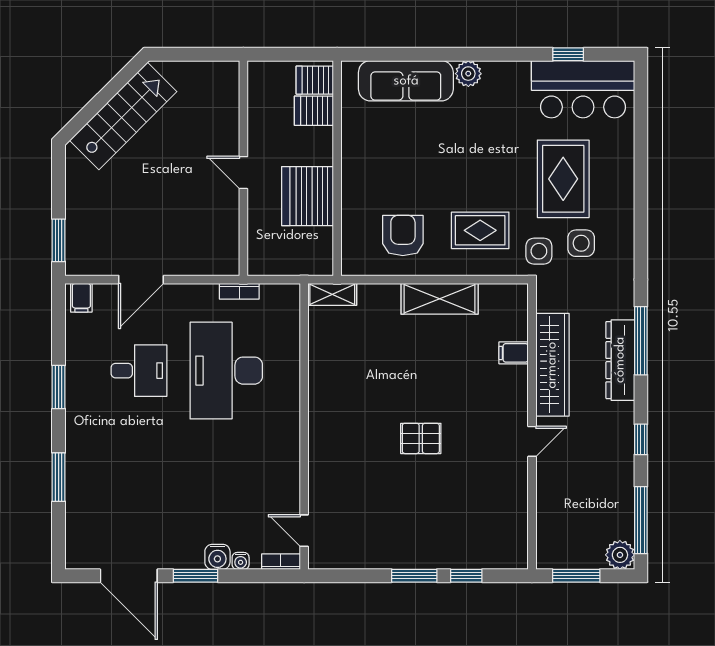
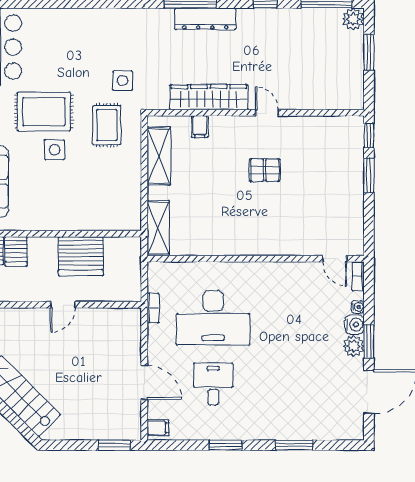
rug: (563, 179) -> (44, 112), moved
armchair: (403, 235) -> (111, 184), removed
side table: (581, 243) -> (54, 150), moved
shelving: (332, 294) -> (158, 228), width x1.50, depth x1.33
filing cabinet: (514, 353) -> (200, 127), moved
wardrobe: (552, 365) -> (209, 97), moved
wall: (532, 426) -> (256, 113), moved
pallet: (421, 438) -> (265, 170), turned 90
door: (532, 441) -> (267, 113), moved
door: (304, 531) -> (335, 259), hinge flipped
plant: (189, 556) -> (354, 346), added

